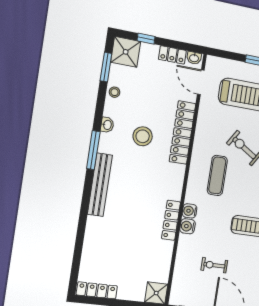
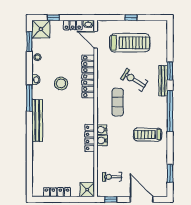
exercise bike: (214, 265) -> (112, 177), moved
locker: (97, 290) -> (57, 192), moved

